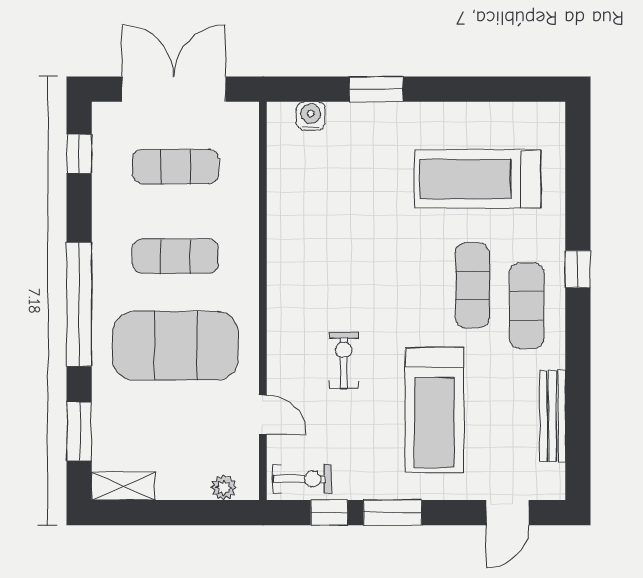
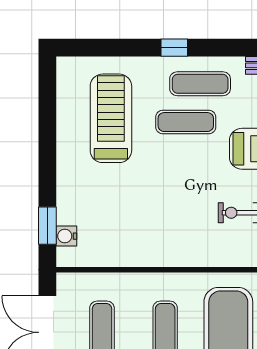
window: (376, 89) -> (47, 226), moved
treadmill: (478, 179) -> (111, 118), turned 180

